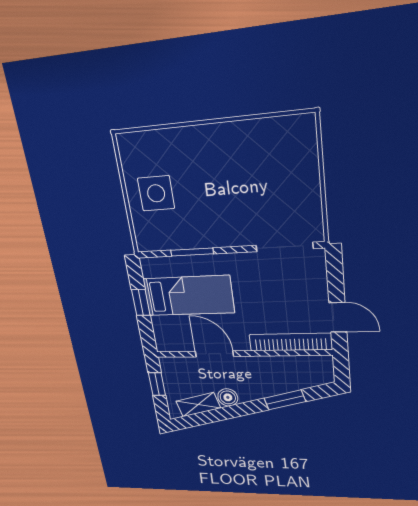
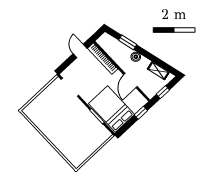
side table: (156, 193) -> (86, 142), removed
bed: (188, 296) -> (112, 109), width x1.50
window: (141, 302) -> (141, 113), moved
boiler: (228, 397) -> (136, 57), moved

